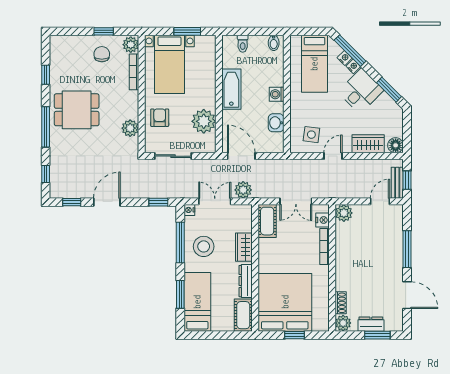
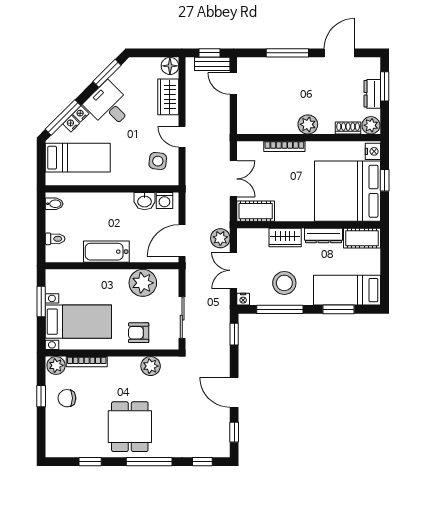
washing machine: (277, 94) -> (164, 200), moved
plant: (344, 213) -> (308, 124), moved
nightstand: (323, 220) -> (373, 151), moved, turned 90

